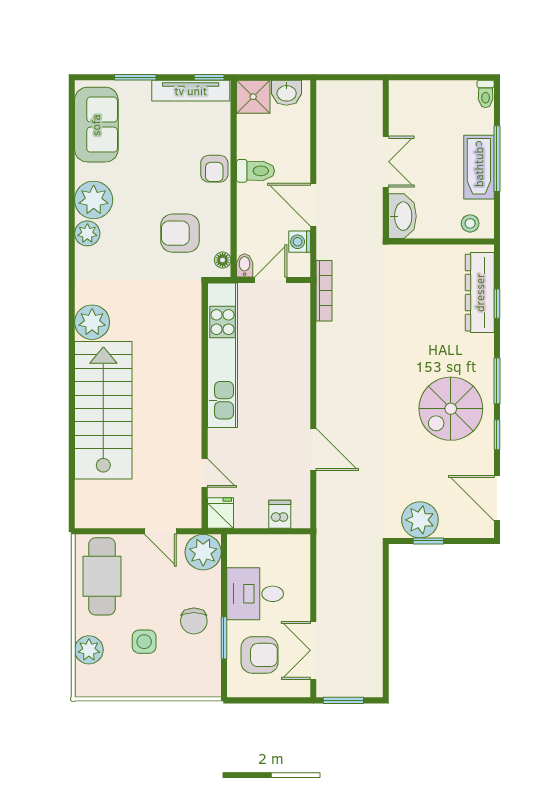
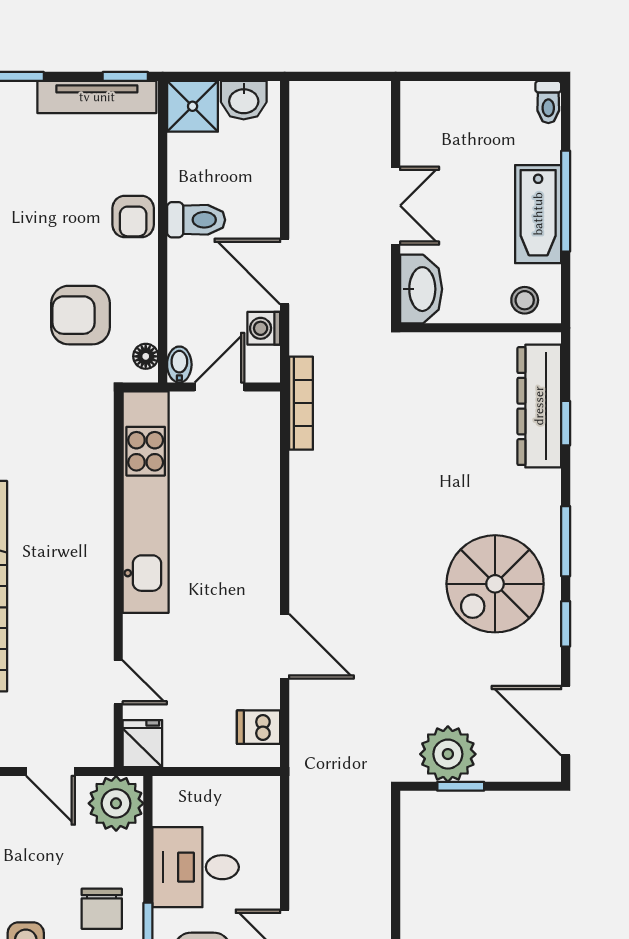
dishwasher: (280, 514) -> (259, 727), moved, turned -90

